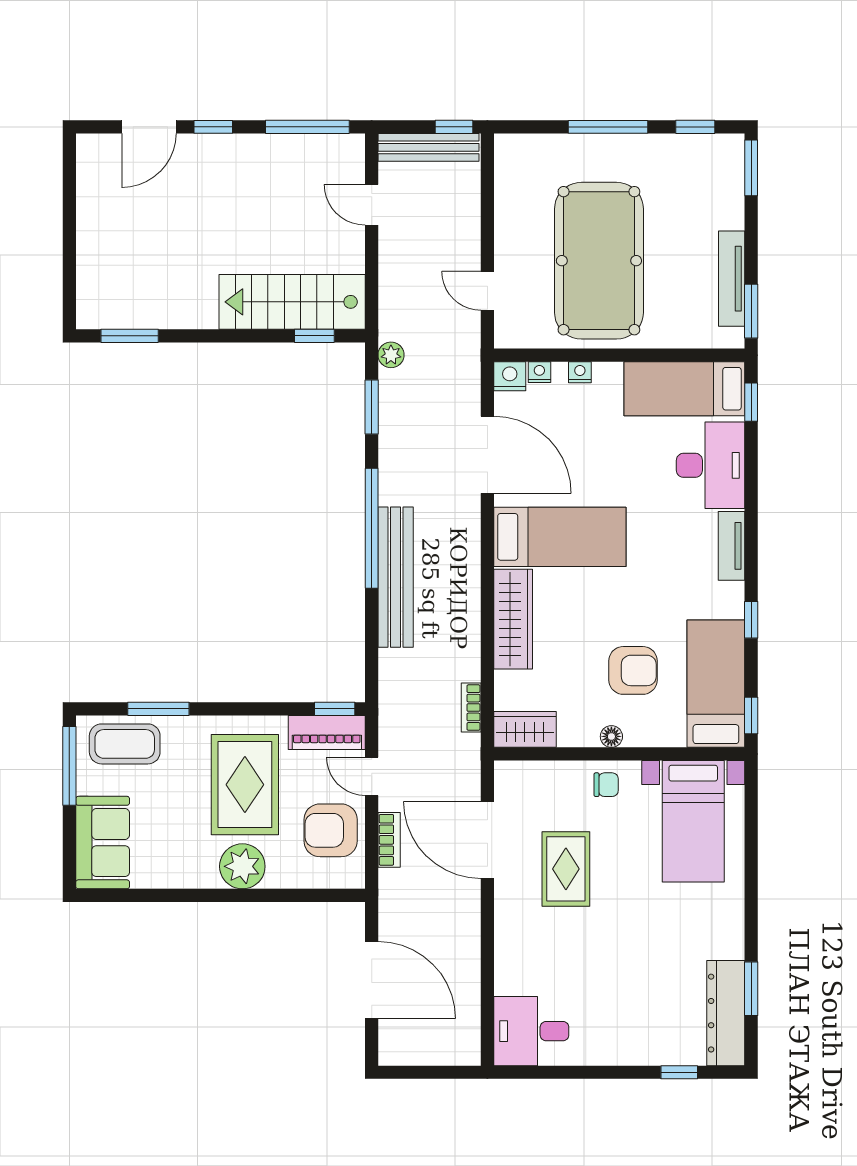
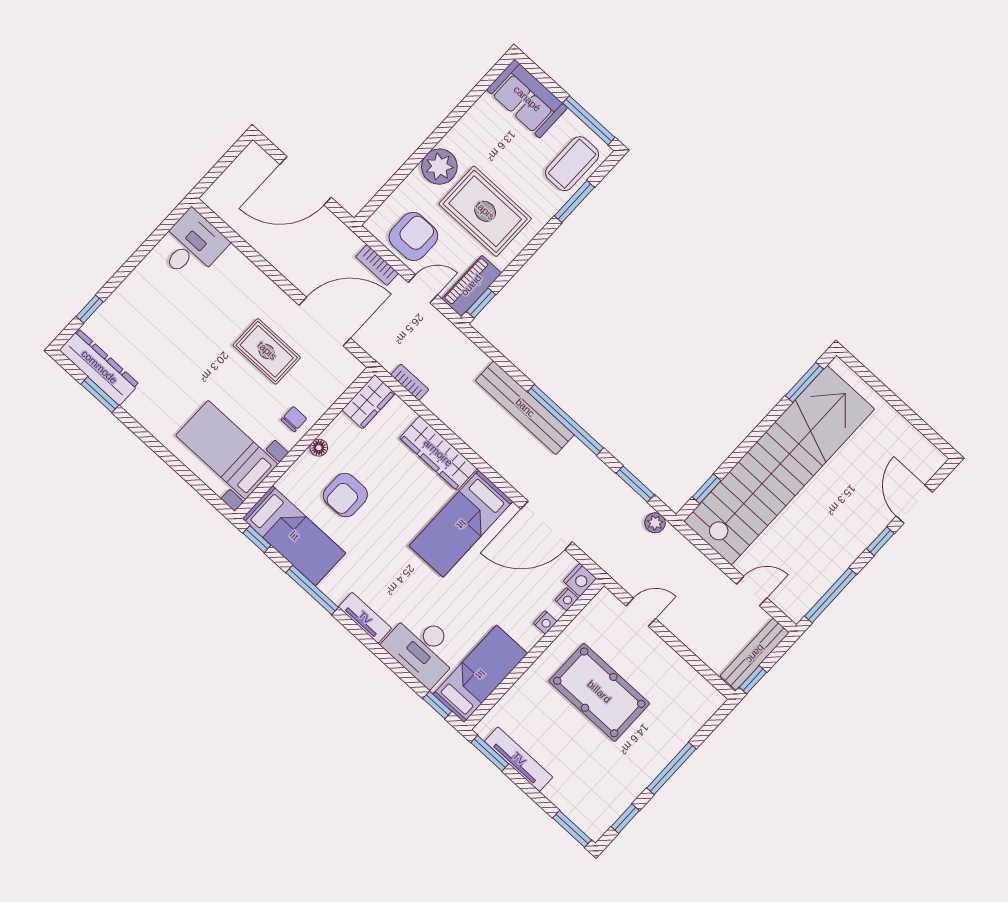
pool table: (599, 261) -> (599, 692), width x0.73, depth x0.76
stairs: (292, 302) -> (779, 465), width x1.86, depth x1.51
window: (751, 620) -> (312, 590), width x2.17
chair: (606, 785) -> (294, 419), turned 180

